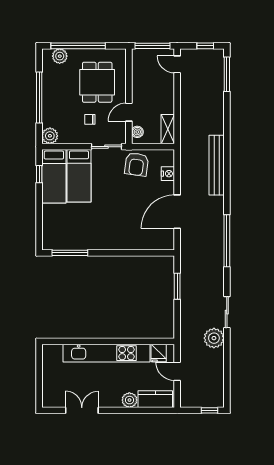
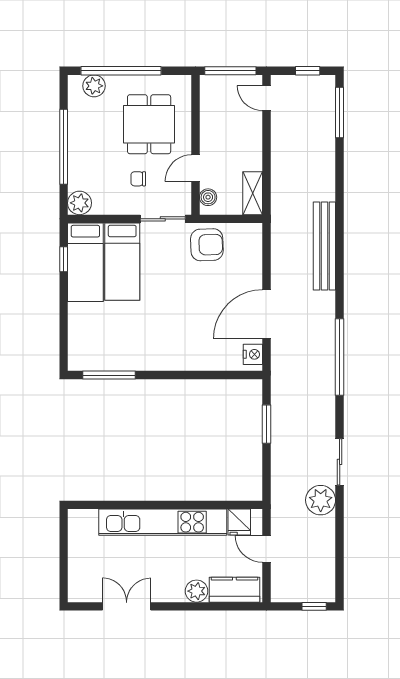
armchair: (137, 164) -> (207, 245), turned -100
nightstand: (168, 174) -> (253, 354), moved

